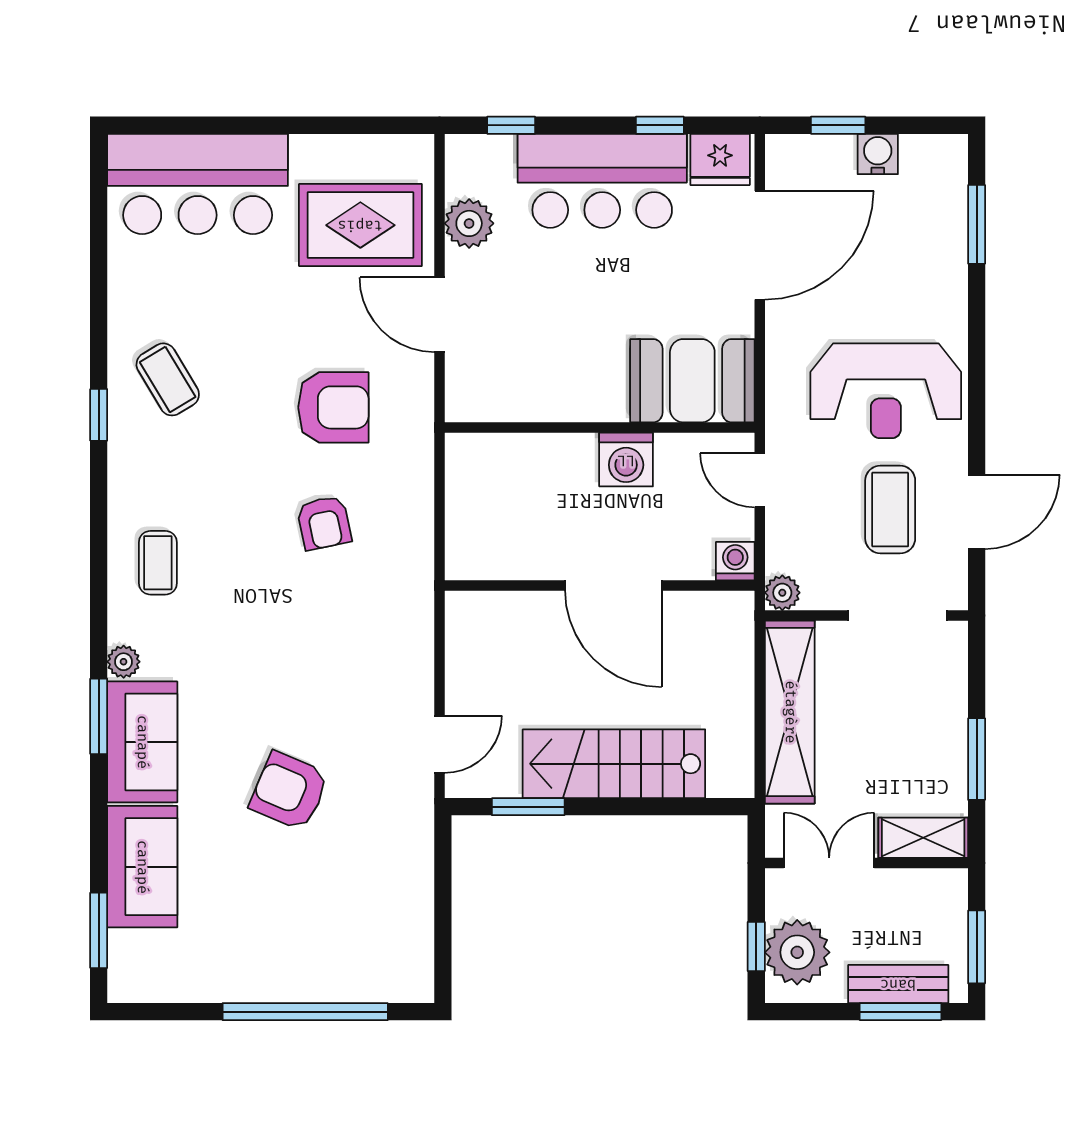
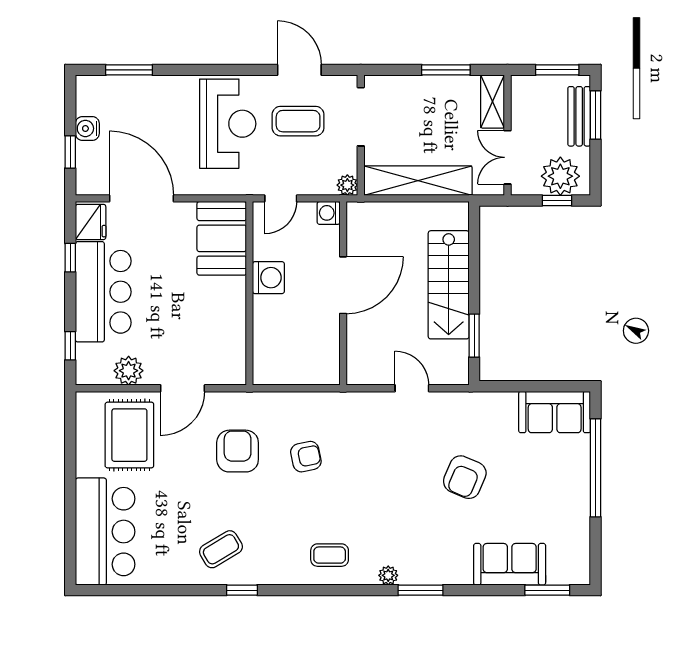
sofa: (142, 742) -> (555, 412), moved, turned 180
door: (439, 744) -> (412, 388), moved

